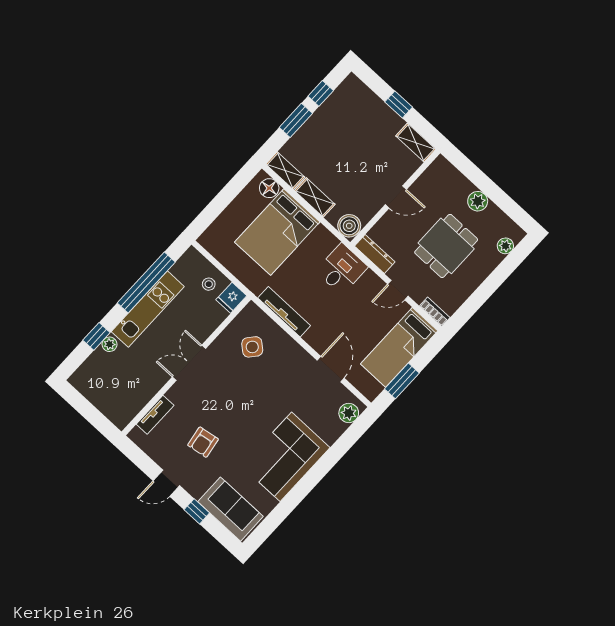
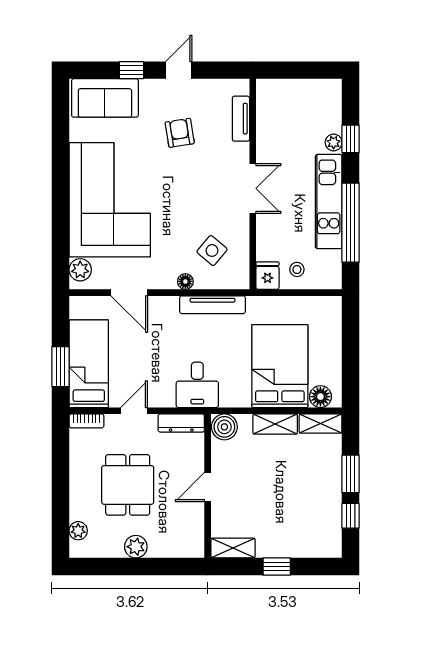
floor lamp: (288, 343) -> (185, 281), added
window: (402, 381) -> (60, 367), moved
corner sofa: (286, 457) -> (110, 200), width x1.36, depth x1.36

